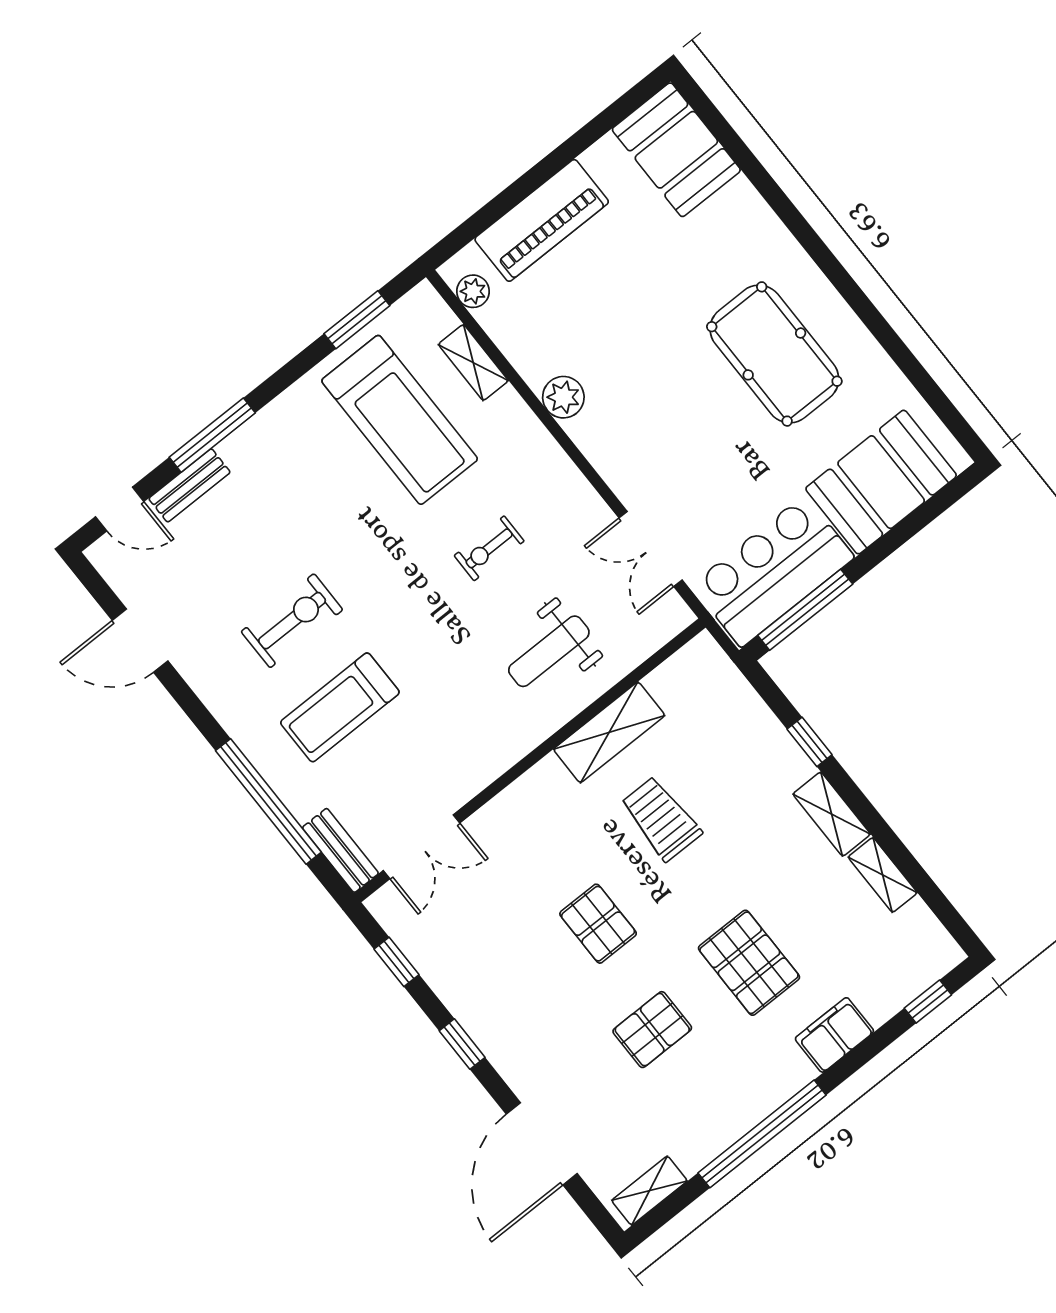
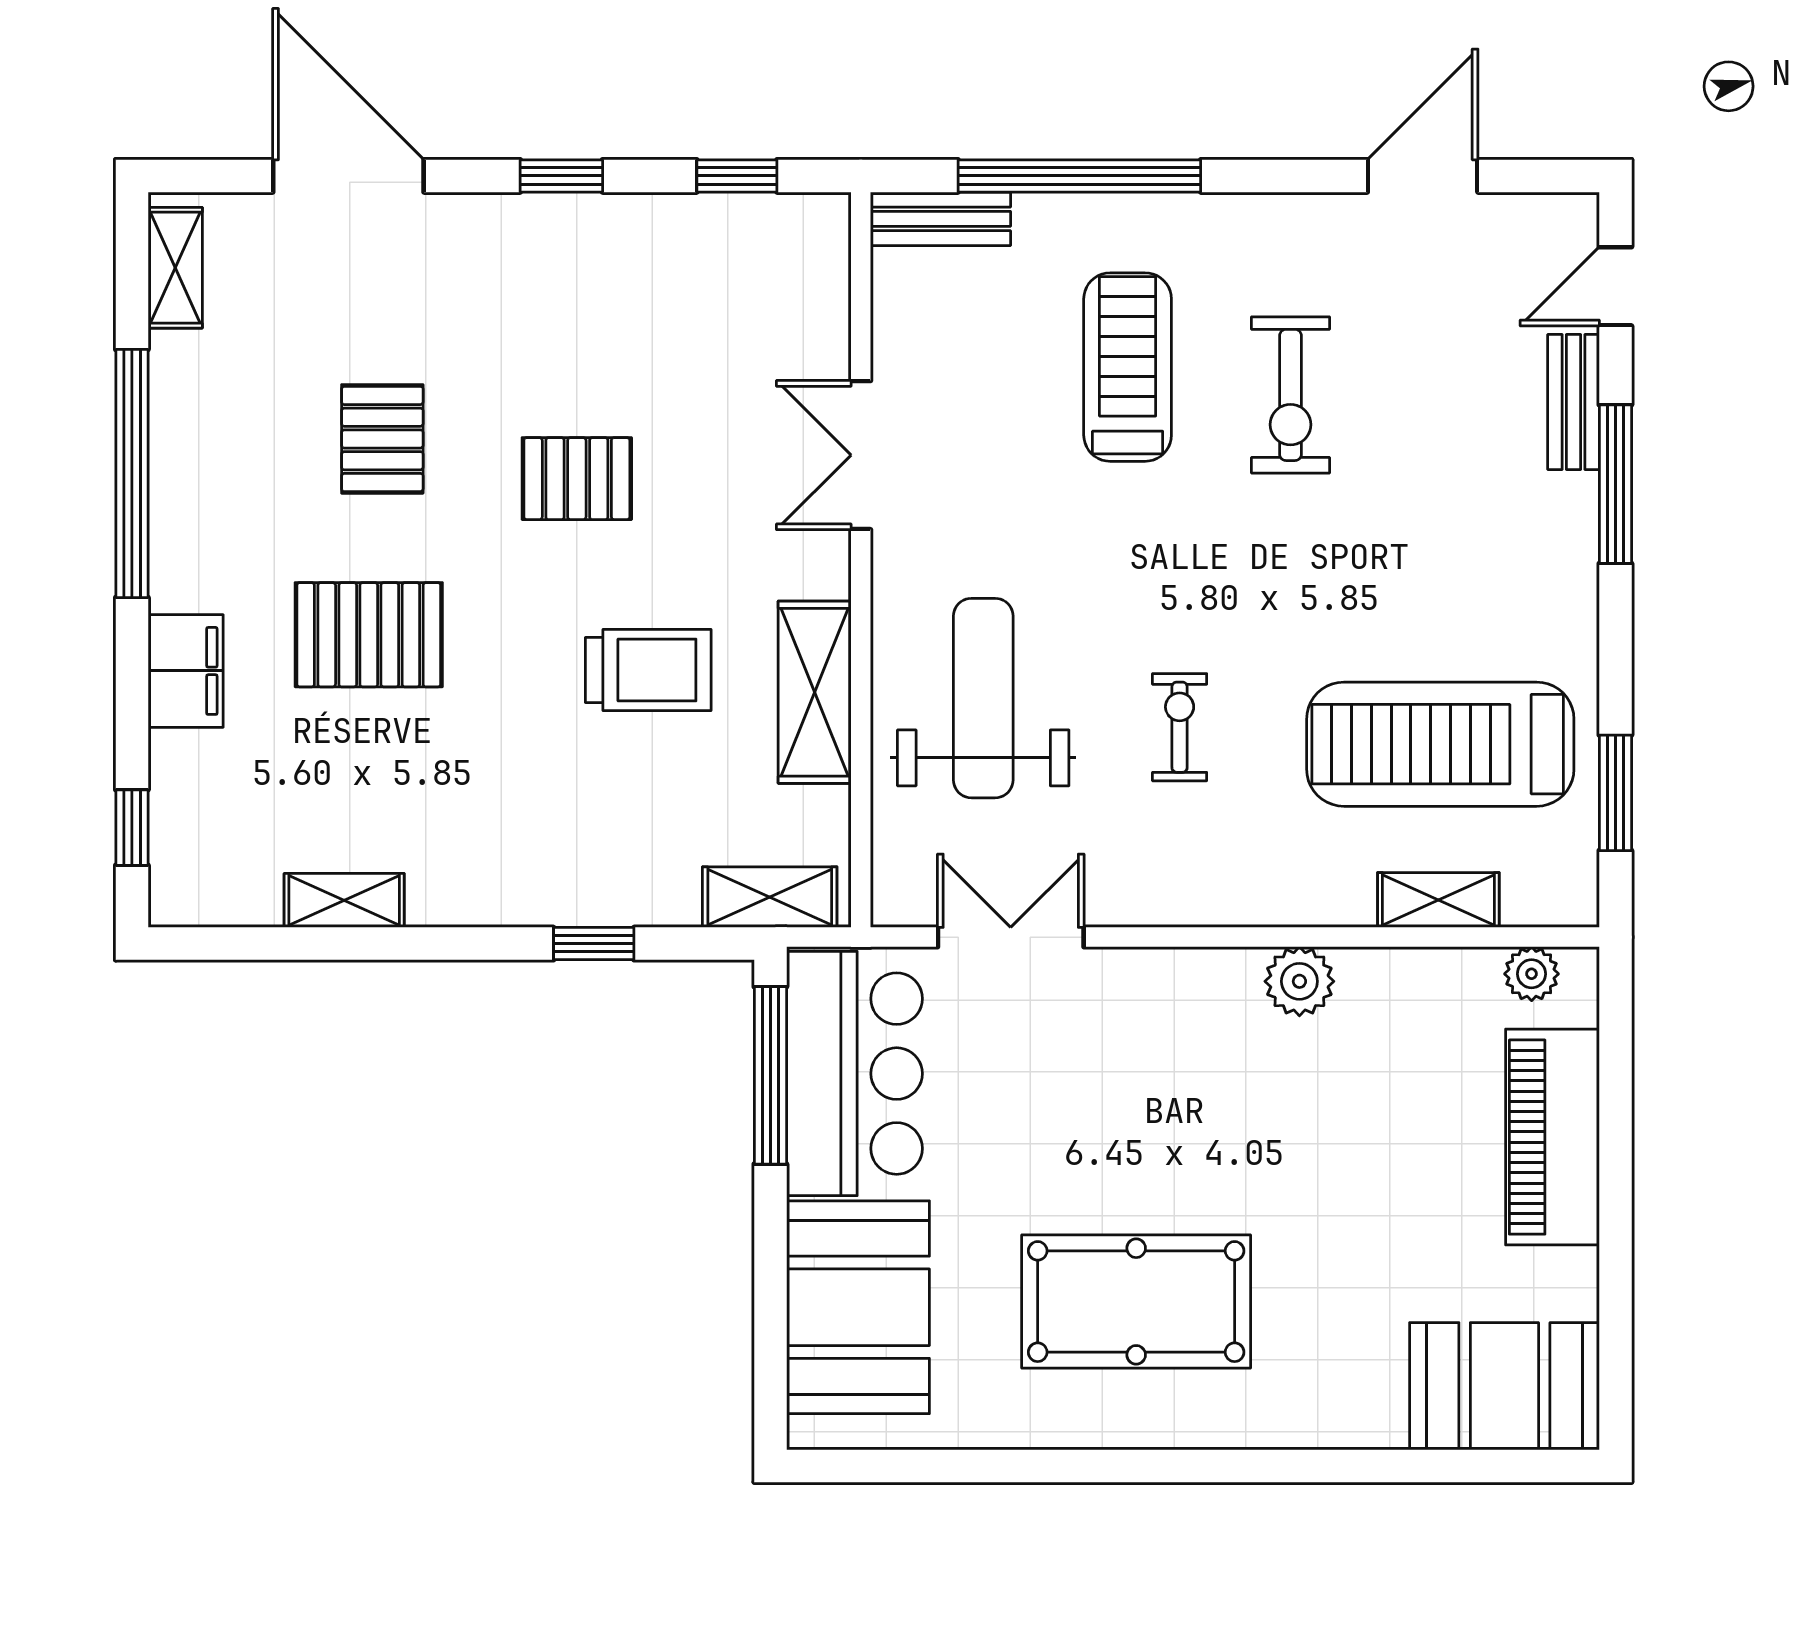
weight bench: (549, 651) -> (983, 698), width x1.36, depth x1.33
shelving: (832, 814) -> (770, 897), moved
double door: (422, 847) -> (861, 455), moved

